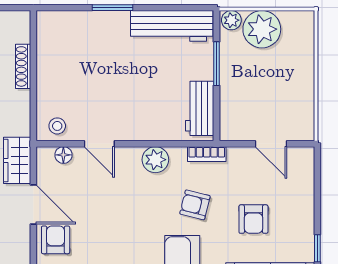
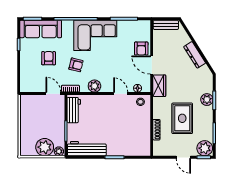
door: (271, 144) -> (53, 94), moved

